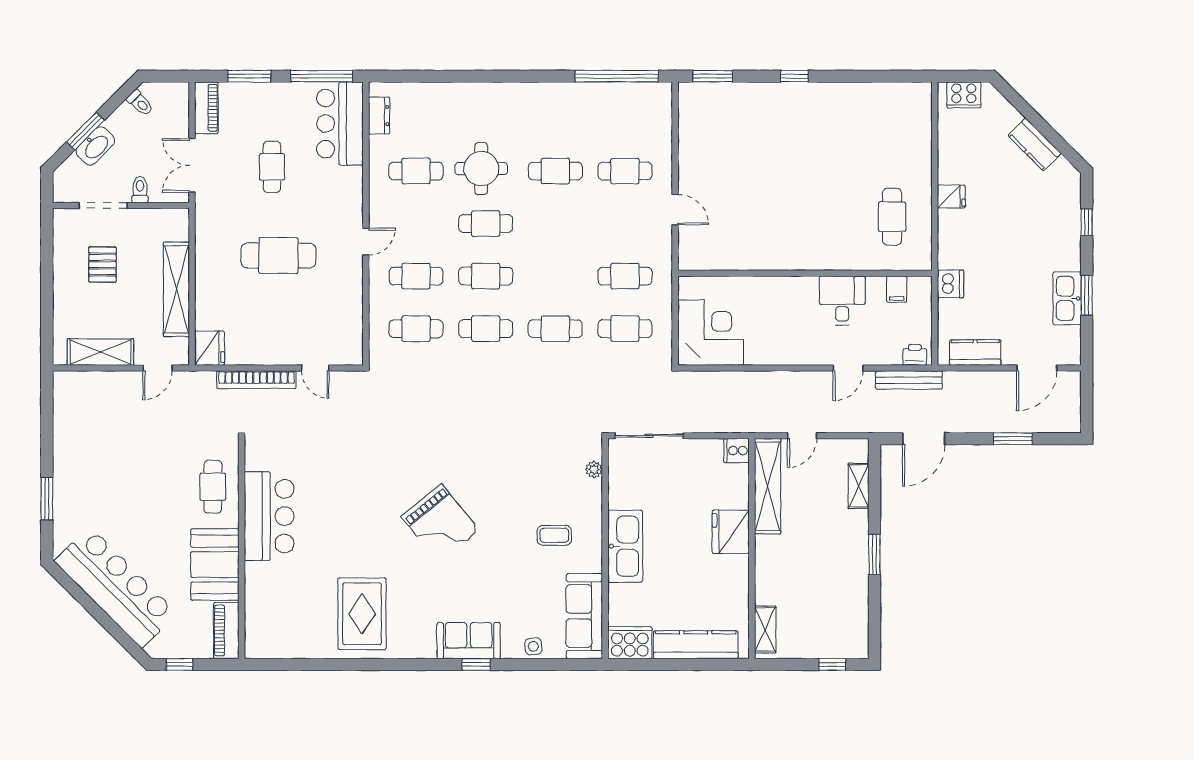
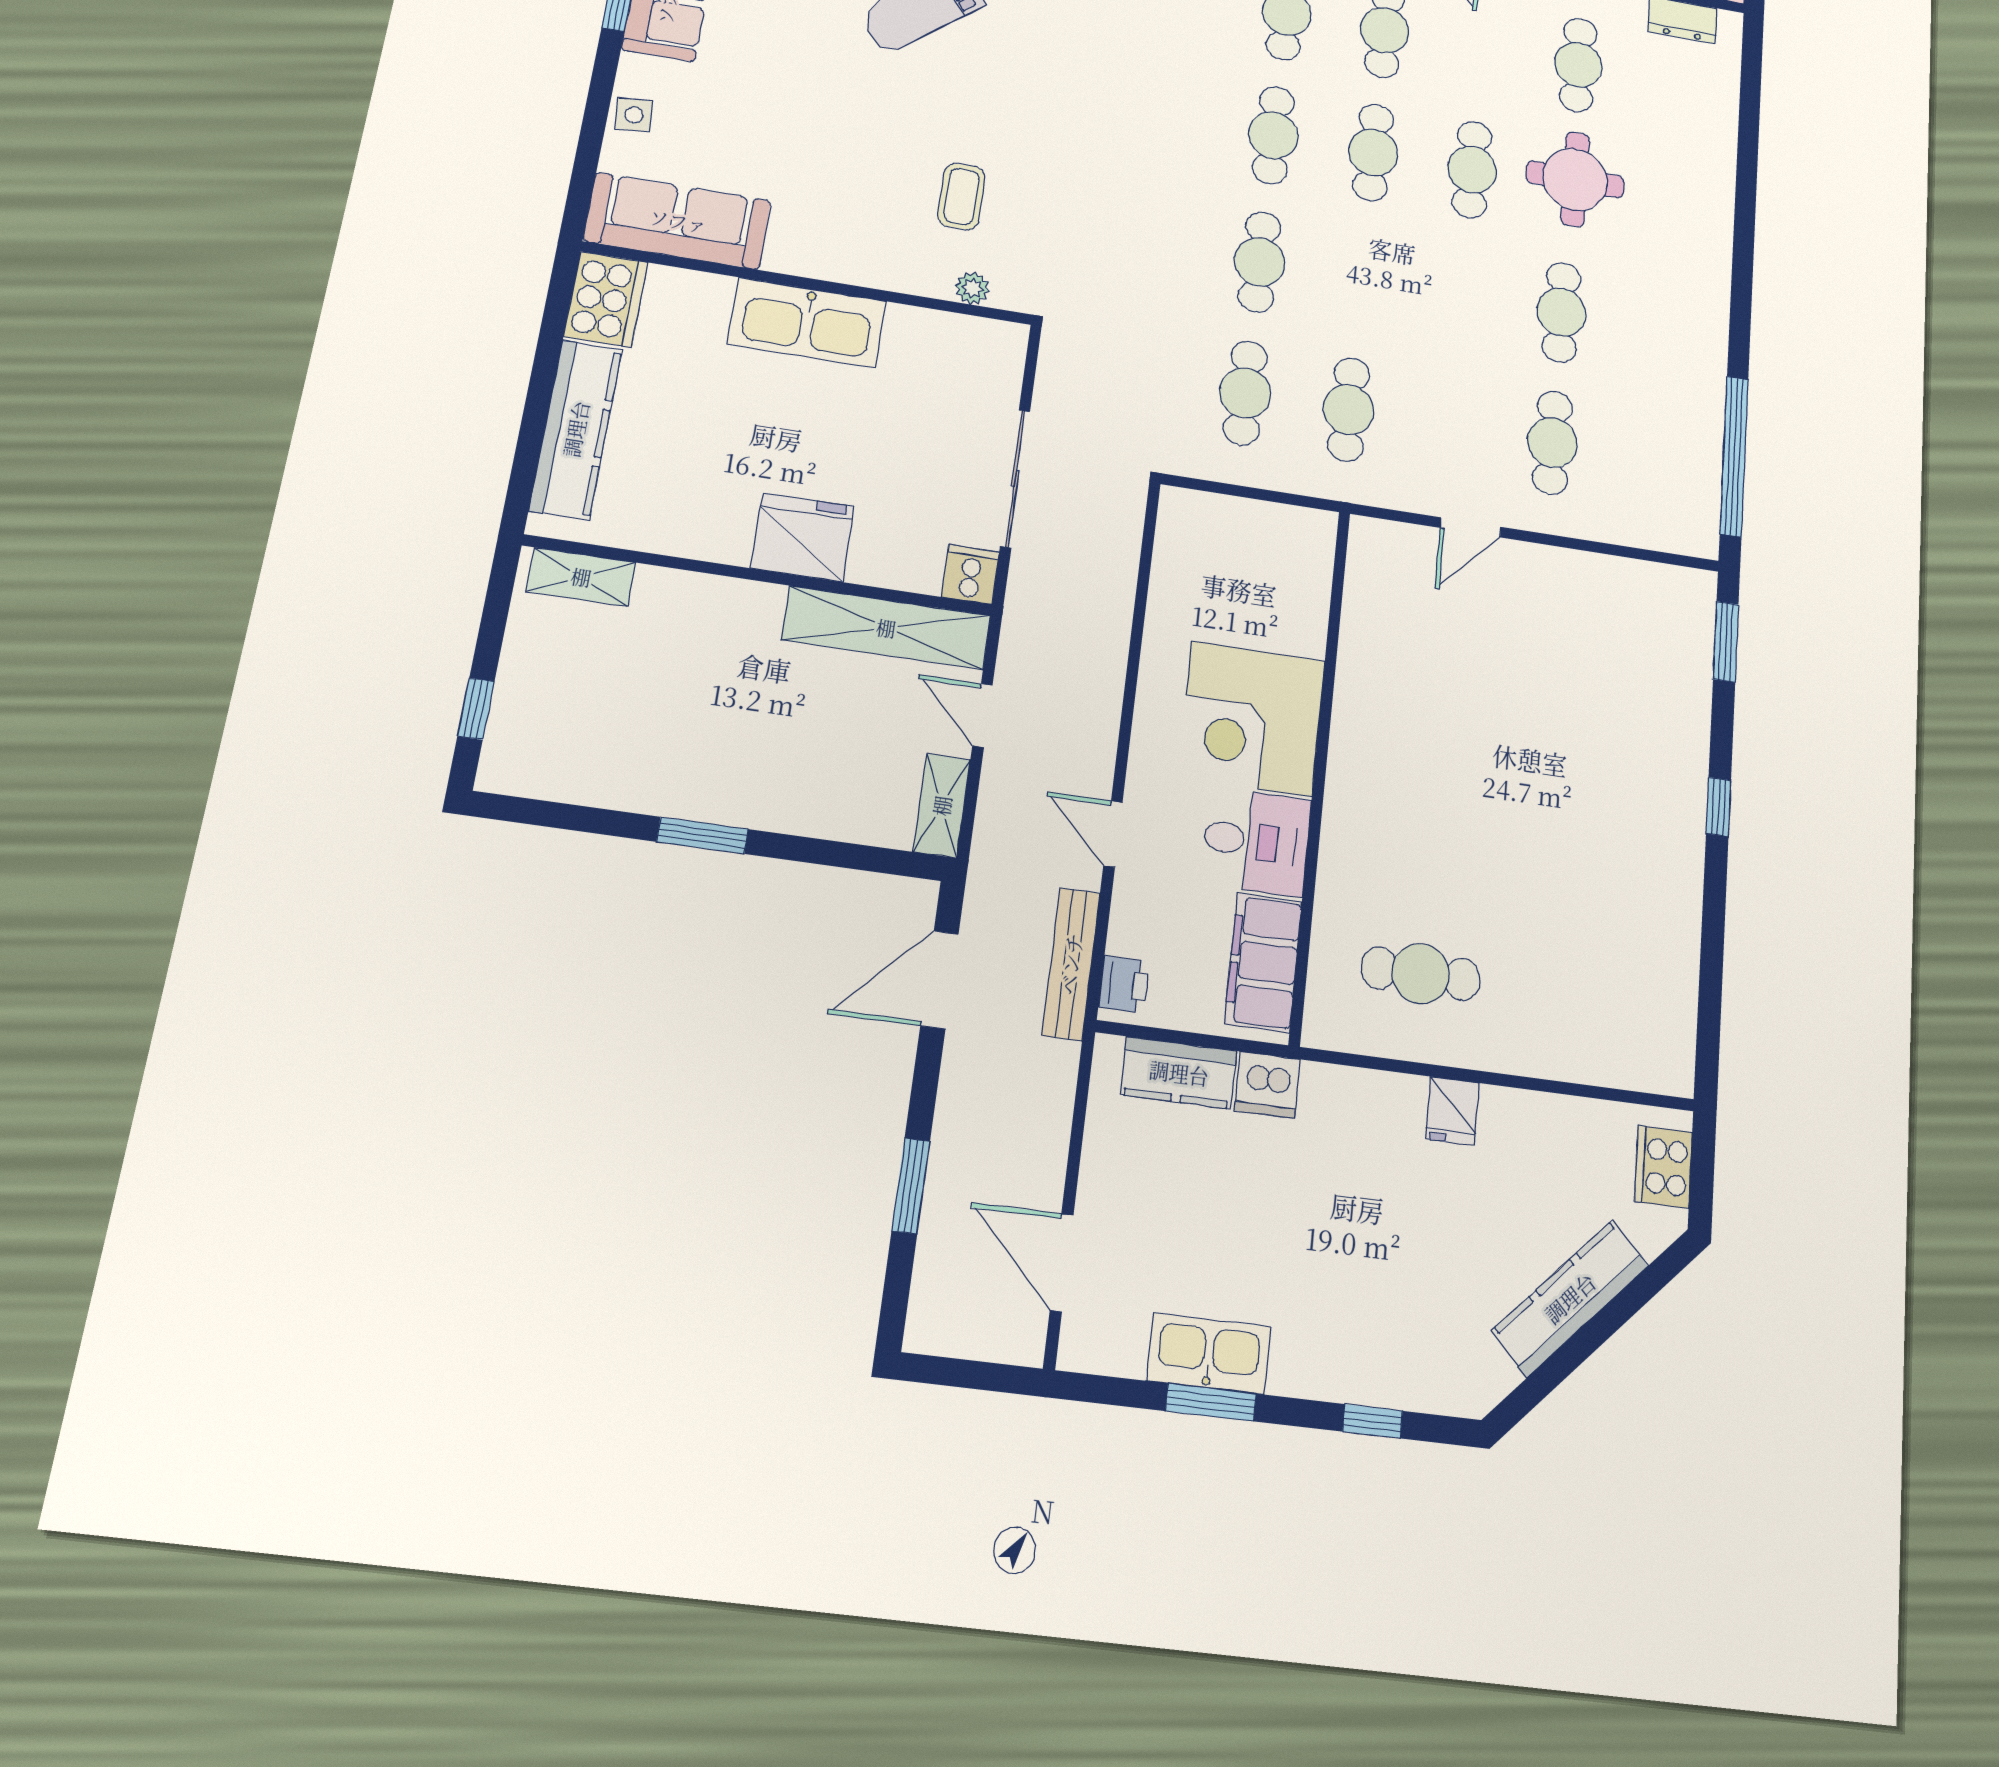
kitchen counter: (1035, 144) -> (1570, 1298), width x1.50
filing cabinet: (897, 289) -> (1263, 962), width x3.00, depth x1.17
corner desk: (711, 333) -> (1252, 719), moved, turned 90
kitchen counter: (975, 353) -> (1179, 1073), moved, turned 90
sliding door: (649, 436) -> (1015, 478), moved
door: (924, 439) -> (939, 980), hinge flipped
shelving: (859, 486) -> (942, 806), moved, turned 90
coffee table: (554, 535) -> (961, 196), moved

